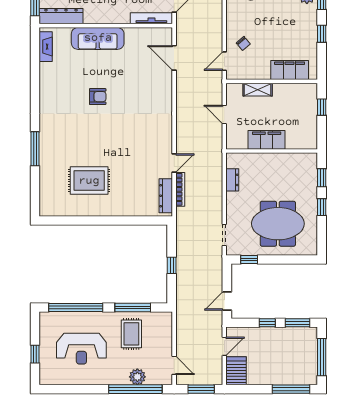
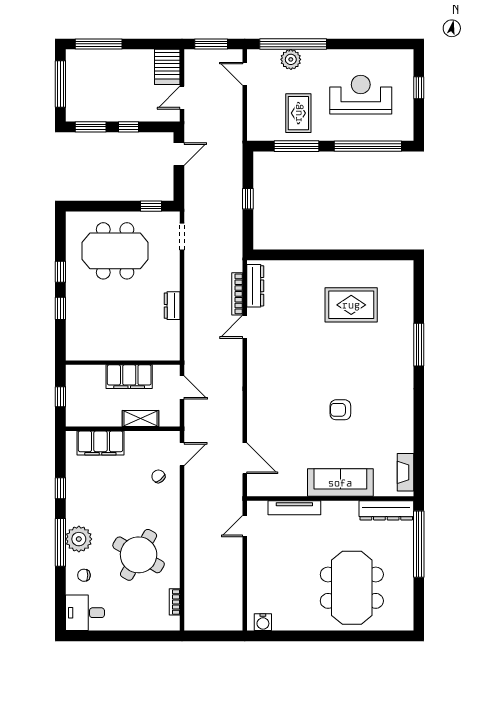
tv unit: (151, 18) -> (294, 508), moved
filing cabinet: (267, 140) -> (129, 377), moved
wall: (272, 151) -> (123, 363), moved

